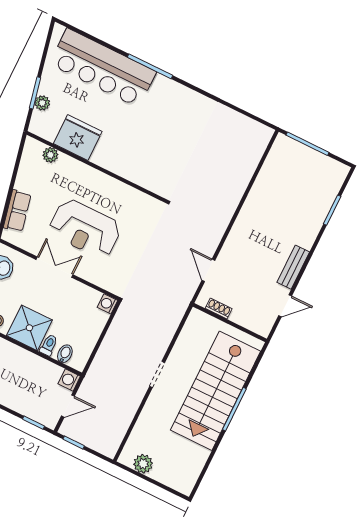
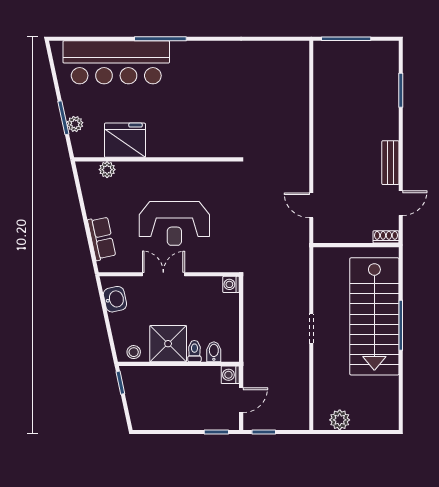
shoe rack: (219, 308) -> (386, 237), moved

